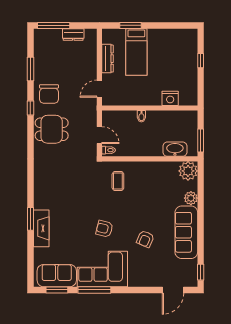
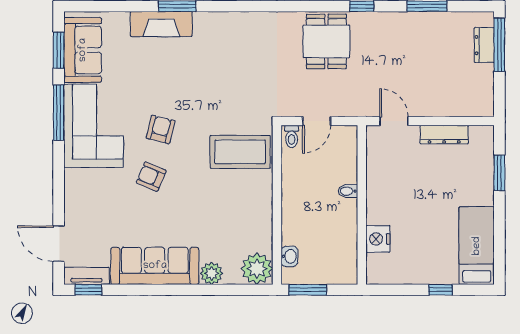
dresser: (73, 34) -> (484, 45), moved
bed: (136, 52) -> (477, 246), moved, turned 90
chair: (49, 94) -> (385, 37), removed
washbasin: (175, 149) -> (289, 256), width x0.52, depth x0.69
coffee table: (118, 181) -> (240, 152), width x1.86, depth x1.72
armchair: (145, 239) -> (151, 177), moved
tv unit: (192, 273) -> (86, 276), added

